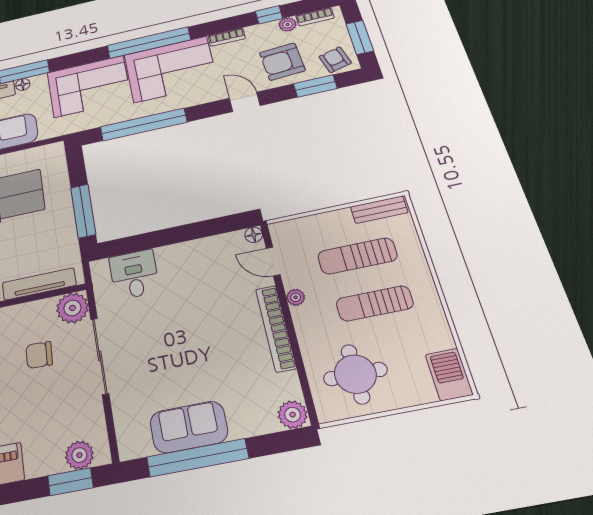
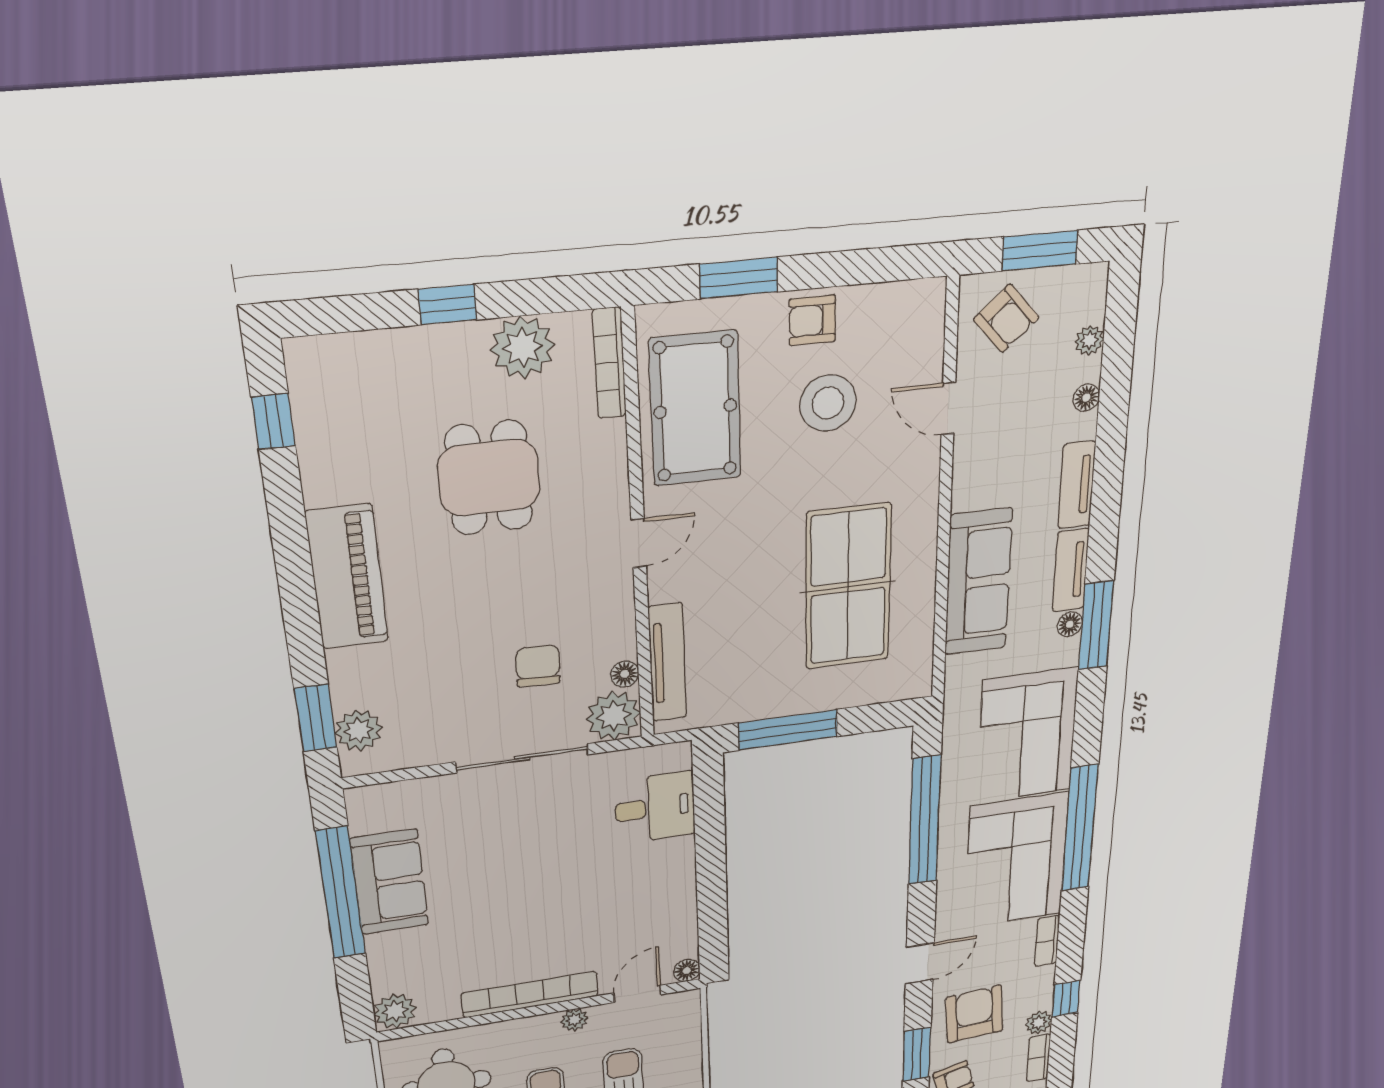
floor lamp: (46, 306) -> (625, 674), added

